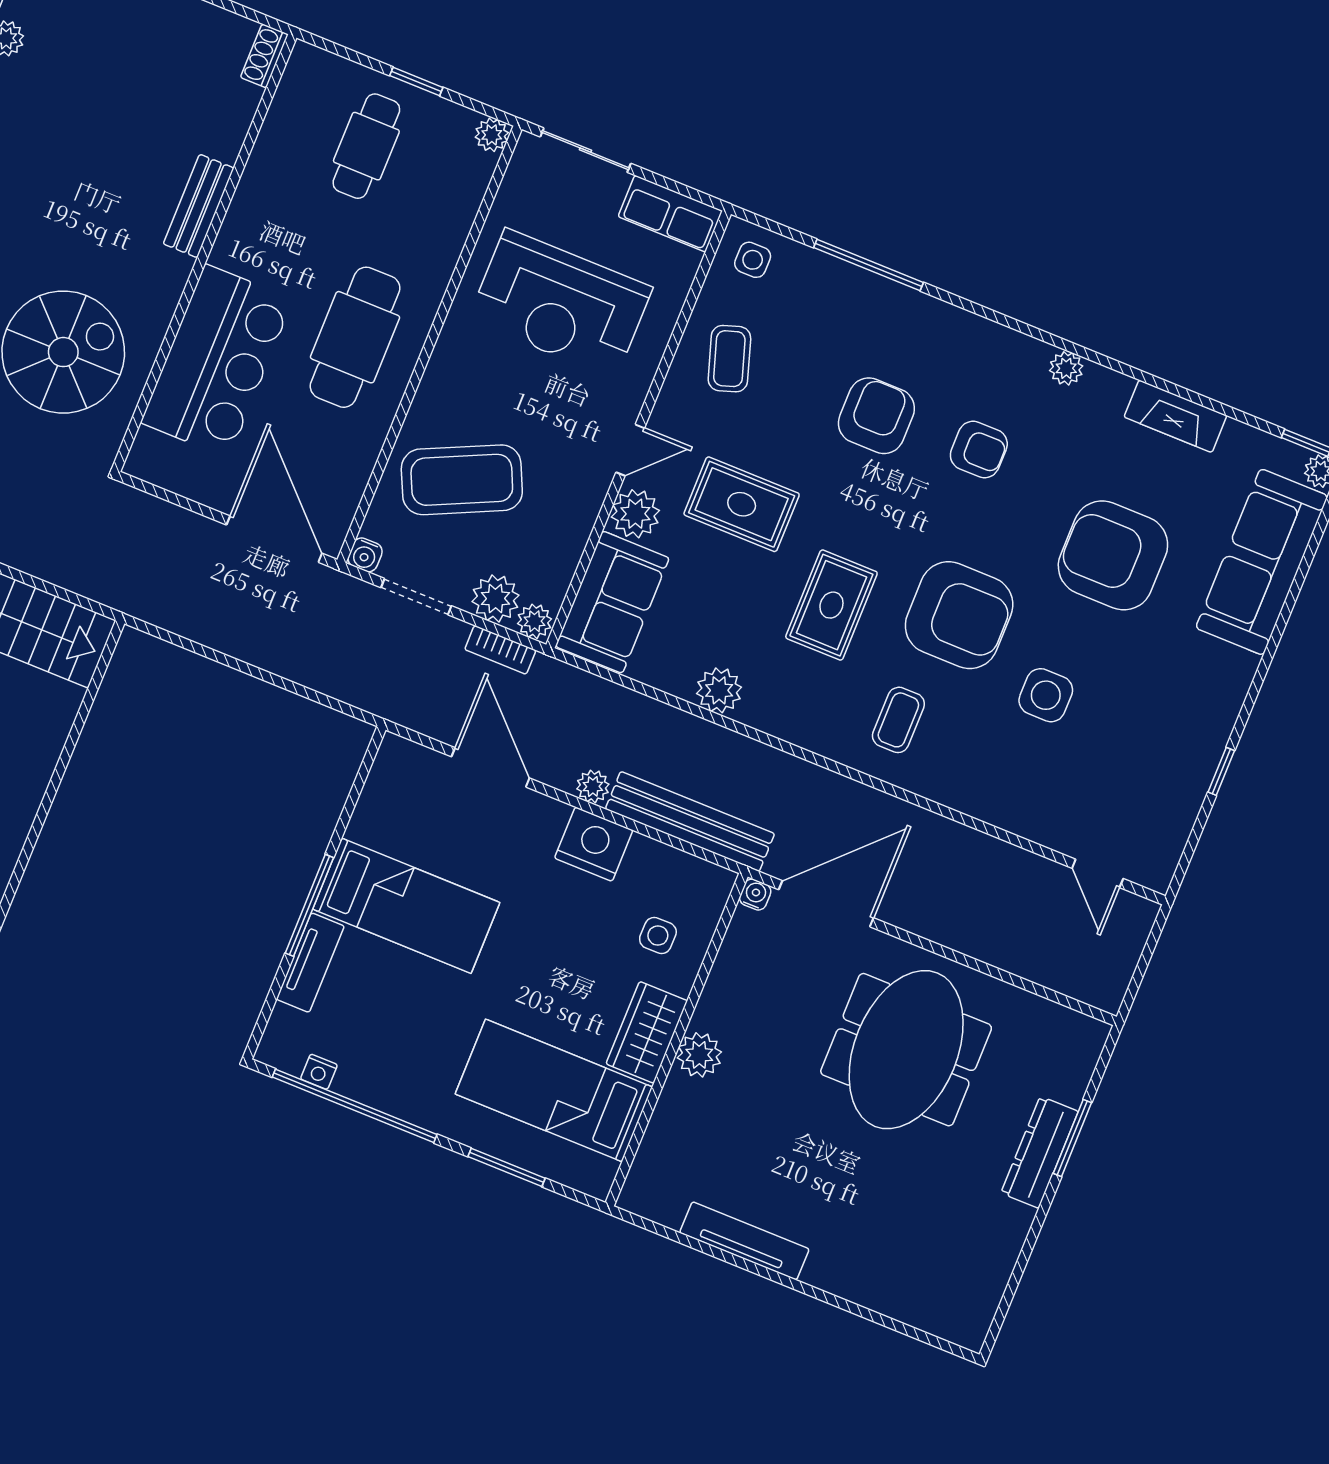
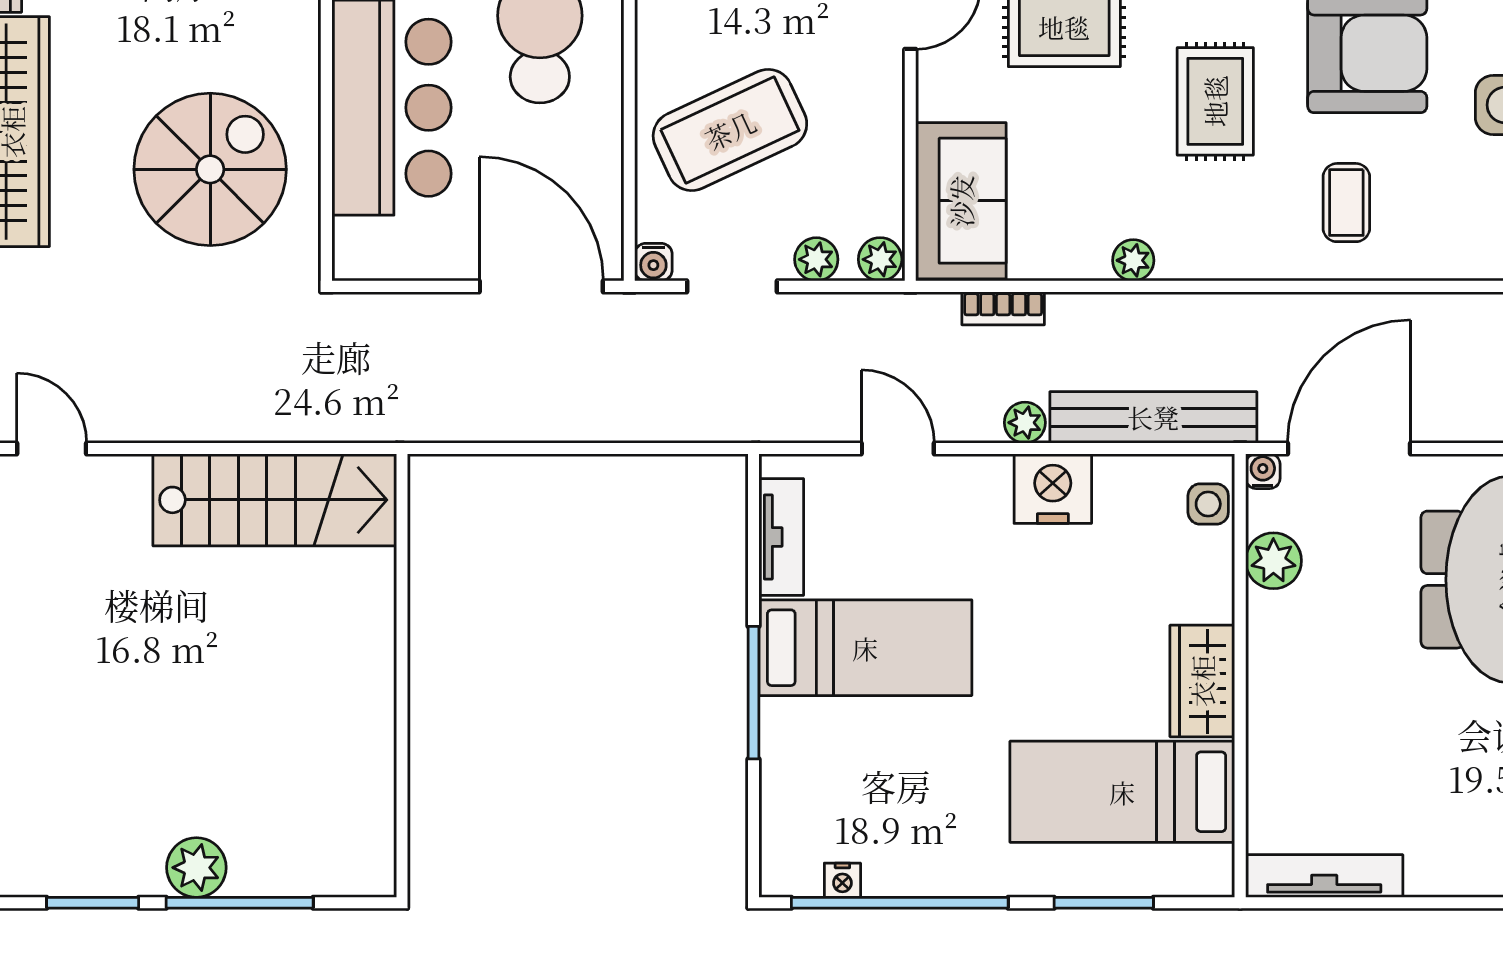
plant: (635, 514) -> (946, 88), removed
plant: (495, 598) -> (816, 259), width x0.73, depth x0.73
bookcase: (500, 650) -> (1003, 308), moved
plant: (719, 690) -> (1133, 260), width x0.73, depth x0.73
door: (490, 767) -> (898, 449), width x0.73
side table: (658, 936) -> (1208, 504), moved
tv unit: (310, 963) -> (781, 537), moved
plant: (699, 1055) -> (1273, 561), moved
tv unit: (744, 1241) -> (1324, 876), moved

